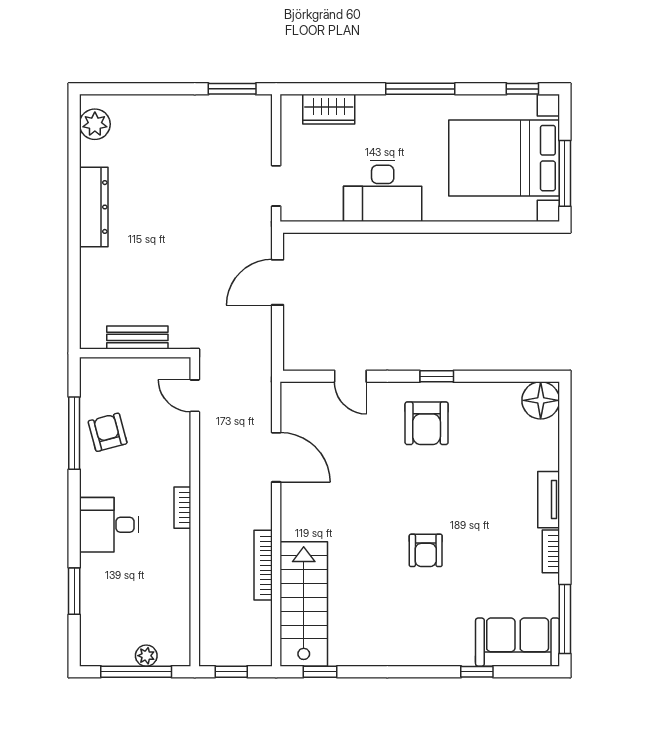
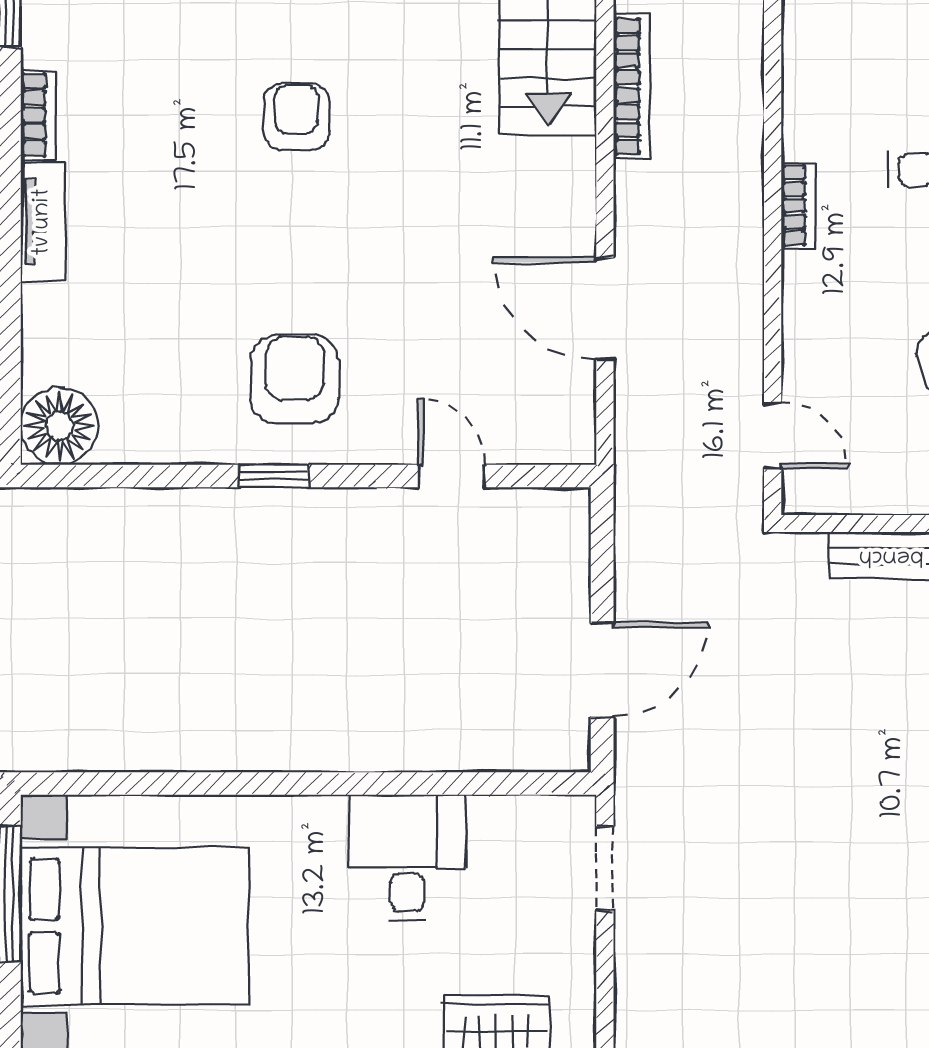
desk: (383, 191) -> (407, 858), width x0.73

